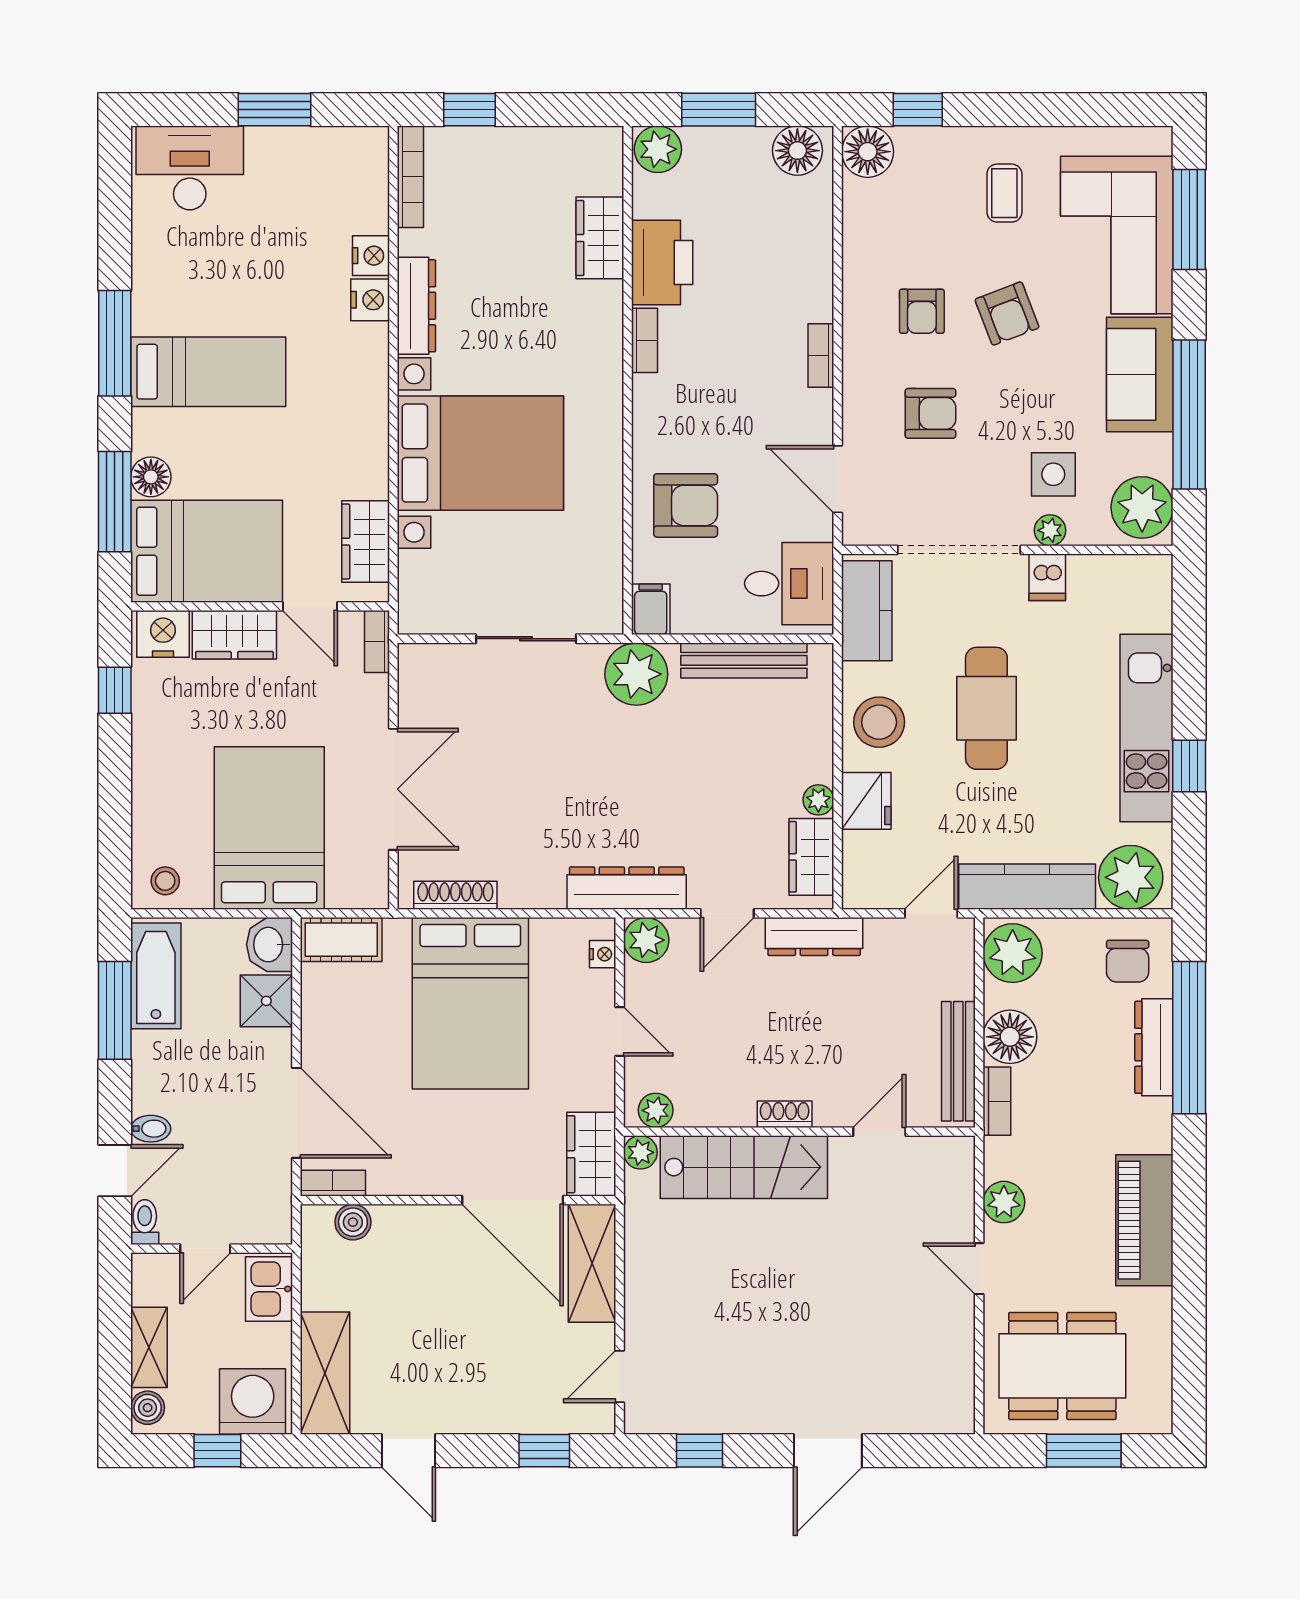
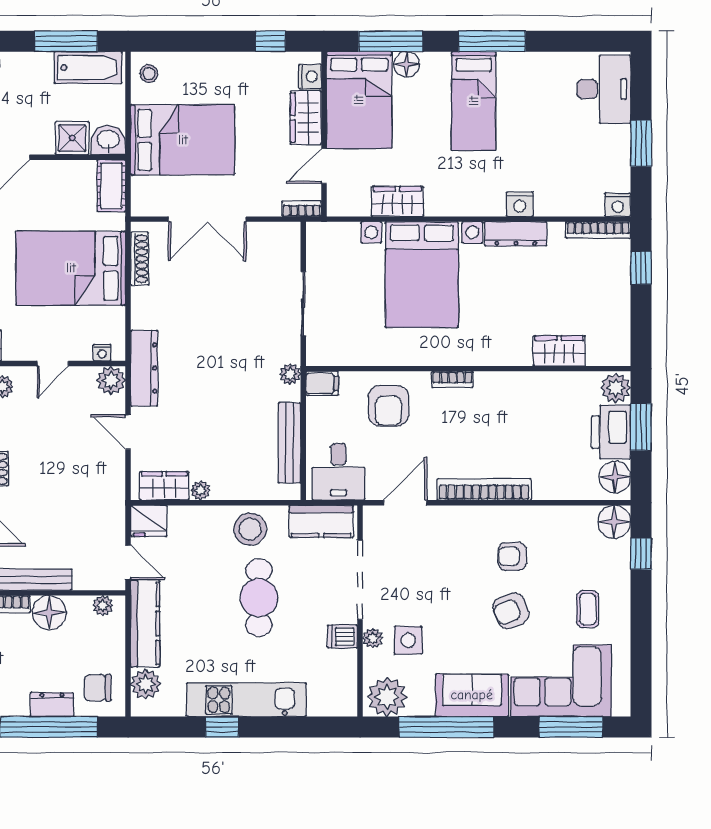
coffee table: (1004, 193) -> (588, 609), turned 90
nightstand: (371, 256) -> (618, 205), moved
printer: (662, 262) -> (611, 432), moved, turned 90
bookcase: (645, 340) -> (452, 379), moved
bookcase: (821, 355) -> (484, 489), width x2.31, depth x1.31
armchair: (930, 413) -> (447, 562), removed
wardrobe: (366, 542) -> (397, 201), moved
nightstand: (163, 634) -> (310, 77), width x0.74, depth x0.75
plant: (636, 674) -> (290, 374), width x0.53, depth x0.53
cafe table: (986, 708) -> (259, 598), turned 90
fridge: (866, 801) -> (149, 521), moved
plant: (1131, 877) -> (146, 684), width x0.73, depth x0.73
dresser: (814, 936) -> (113, 488), removed
plant: (1013, 953) -> (103, 606), width x0.53, depth x0.53
dresser: (1154, 1047) -> (52, 704), width x0.70

